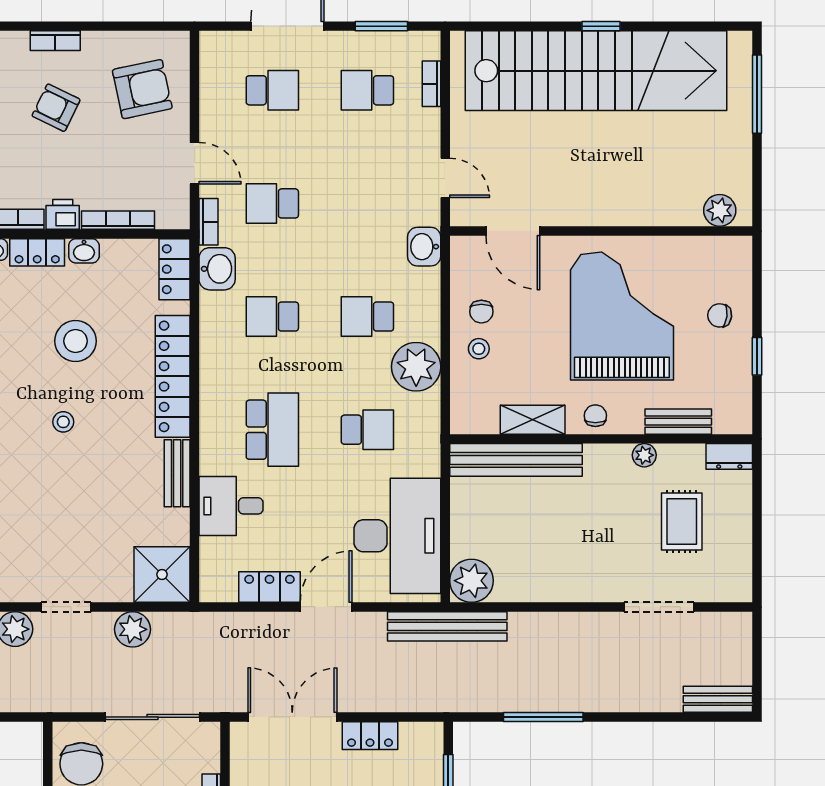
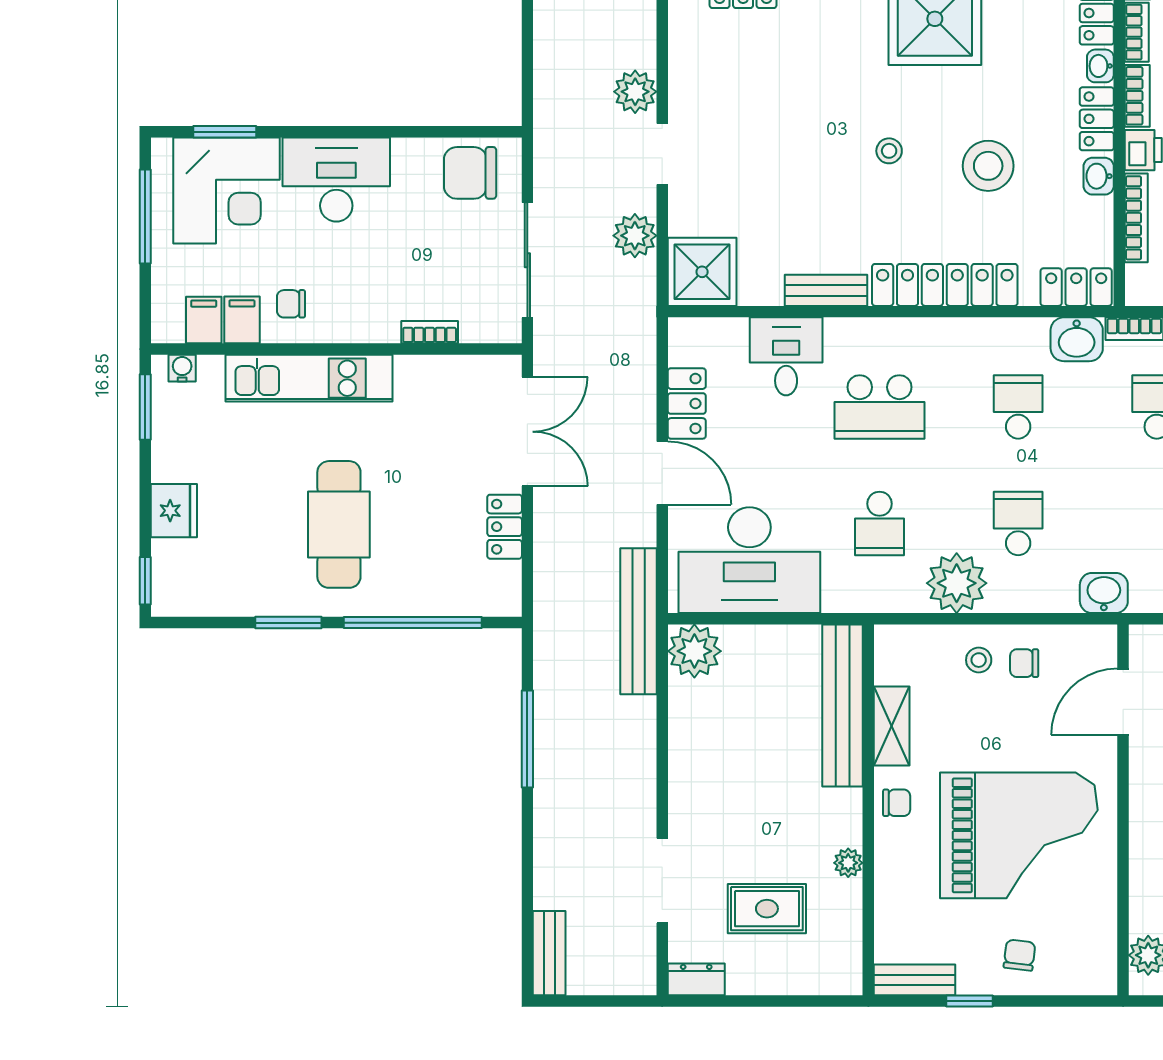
bench: (678, 422) -> (915, 980), moved, turned 90
dresser: (729, 456) -> (696, 979), moved, turned 90

